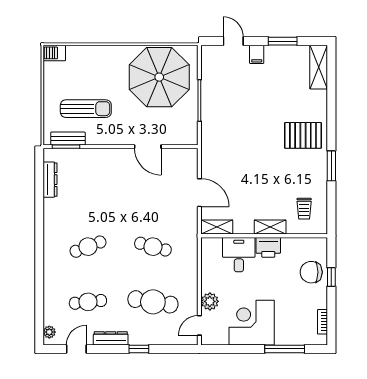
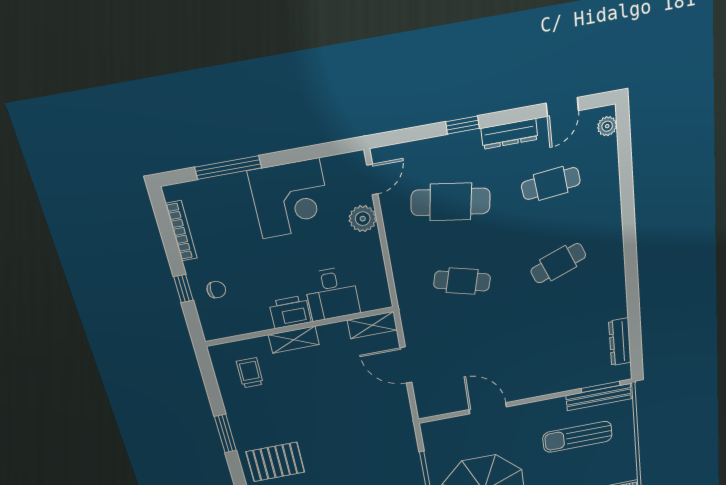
bench: (68, 139) -> (599, 397), width x1.36
chair: (311, 272) -> (216, 290), width x0.54, depth x0.54
bookcase: (323, 322) -> (181, 231), width x1.56

